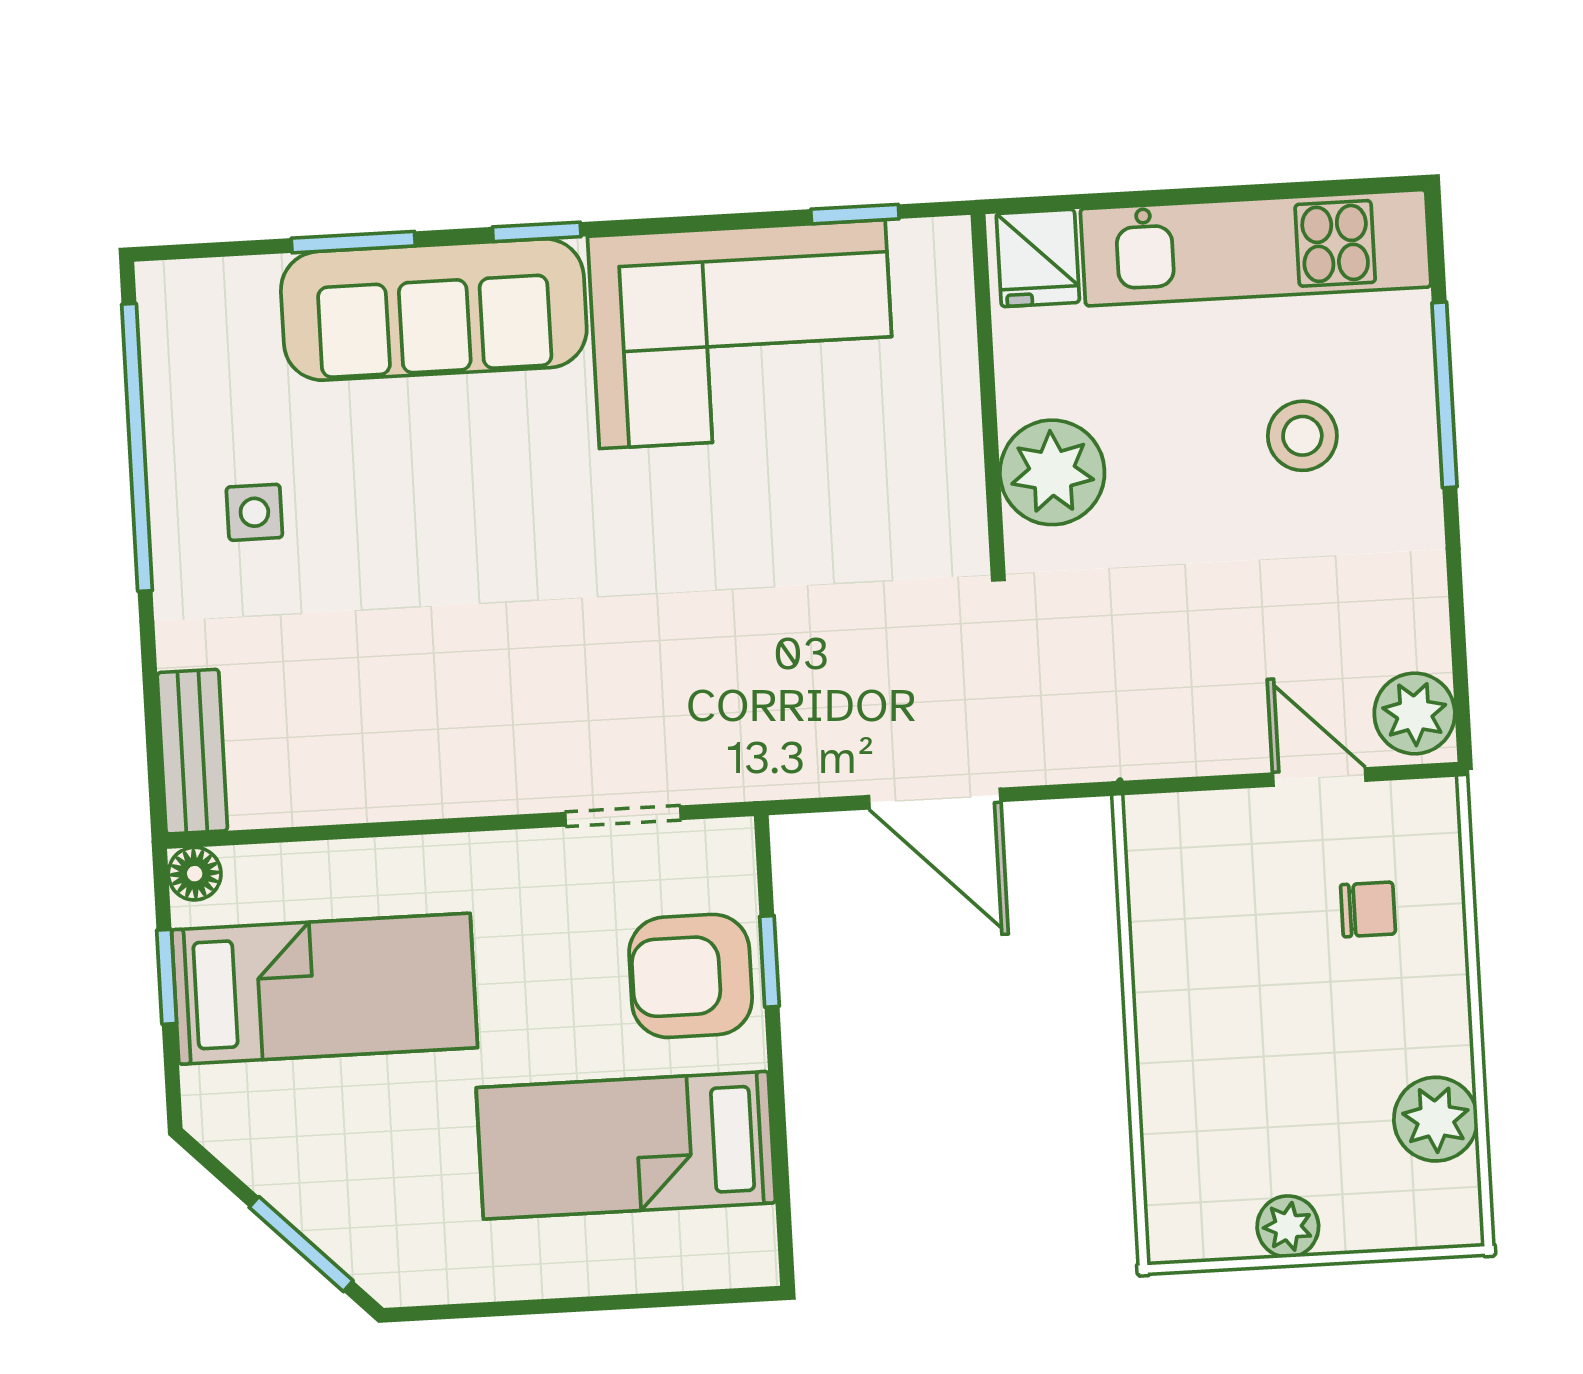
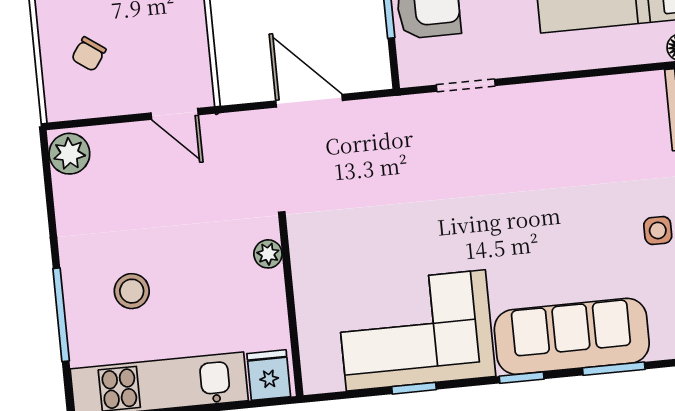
window: (855, 214) -> (414, 388), moved
plant: (1052, 472) -> (268, 254), width x0.53, depth x0.53
door: (1319, 777) -> (175, 114), moved
chair: (1368, 909) -> (89, 54), turned -55

